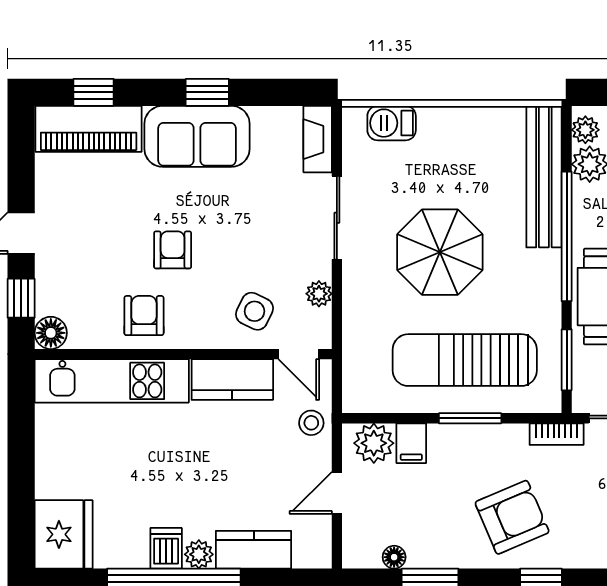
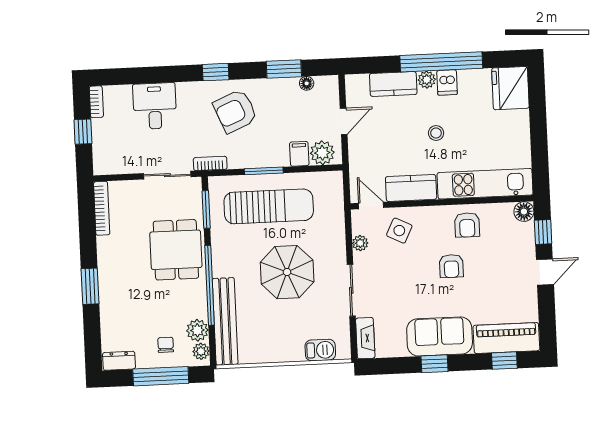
stool: (311, 423) -> (436, 133), moved

